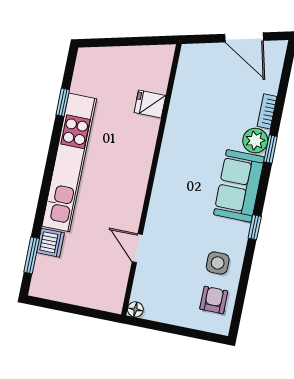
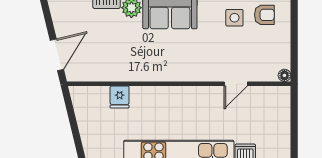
door: (244, 37) -> (57, 55), moved
armchair: (214, 300) -> (264, 15), turned 180

